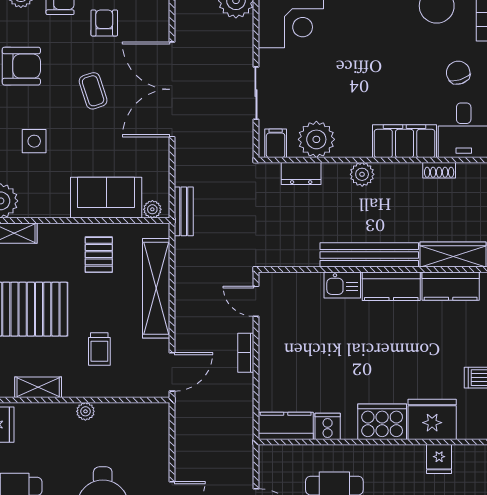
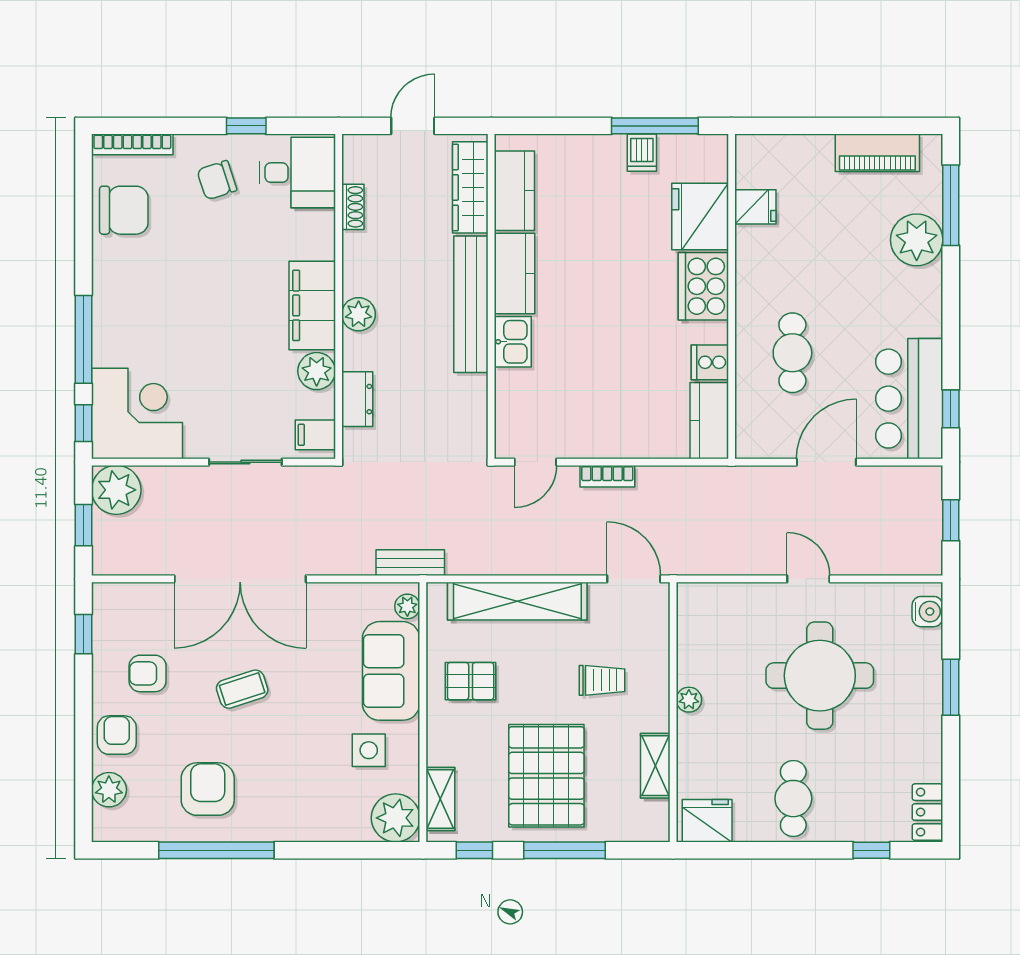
plant: (316, 139) -> (317, 371), width x0.73, depth x0.73
side table: (34, 141) -> (369, 750), moved
filing cabinet: (405, 141) -> (312, 305), moved

